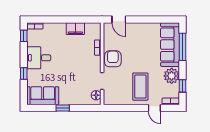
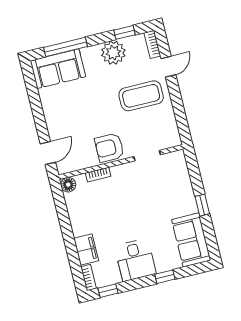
filing cabinet: (75, 29) -> (86, 249), moved
sofa: (170, 45) -> (58, 69), width x0.73
floor lamp: (96, 95) -> (68, 185), moved

